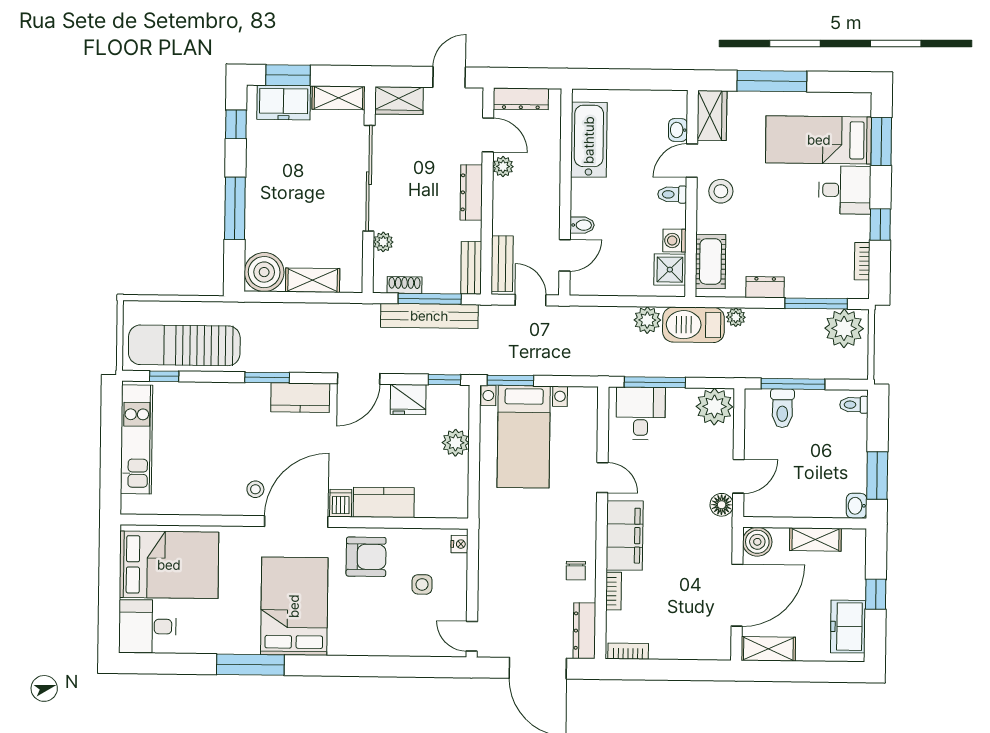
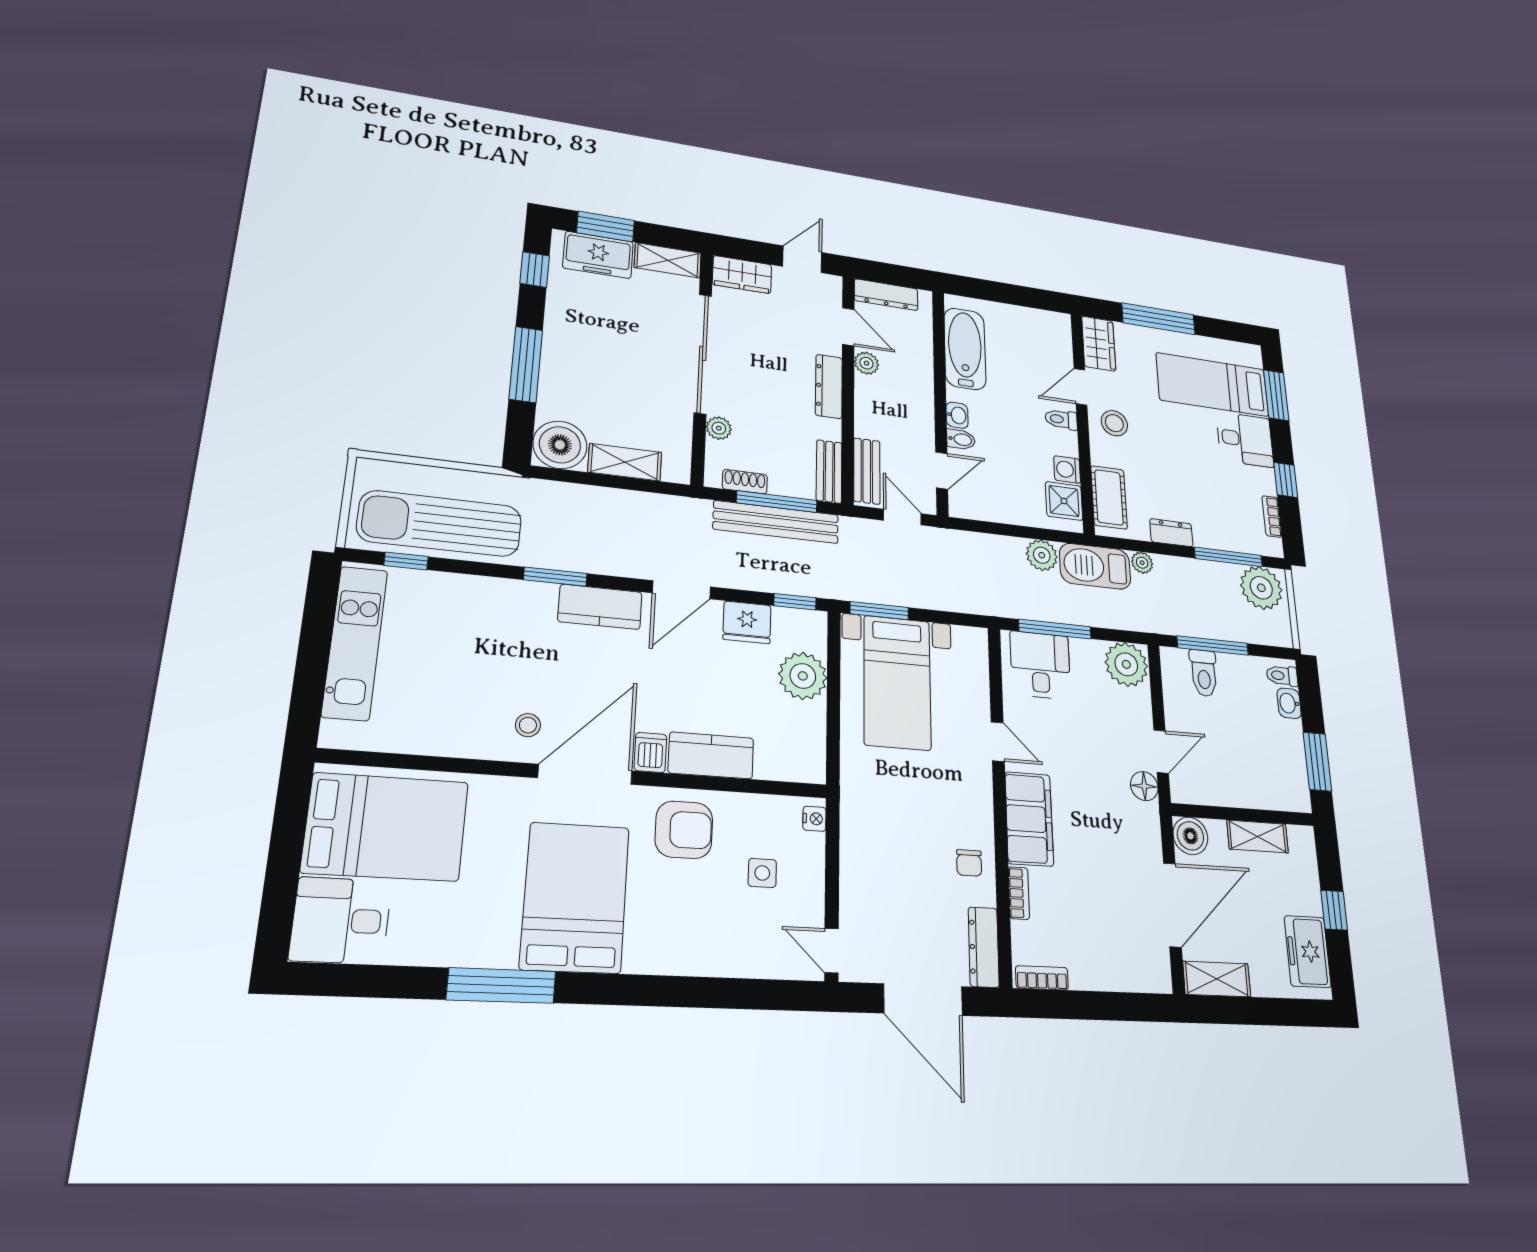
washbasin: (678, 130) -> (957, 415), moved, turned 180
plant: (456, 443) -> (803, 676), width x1.36, depth x1.36
washbasin: (857, 506) -> (1289, 703), moved

